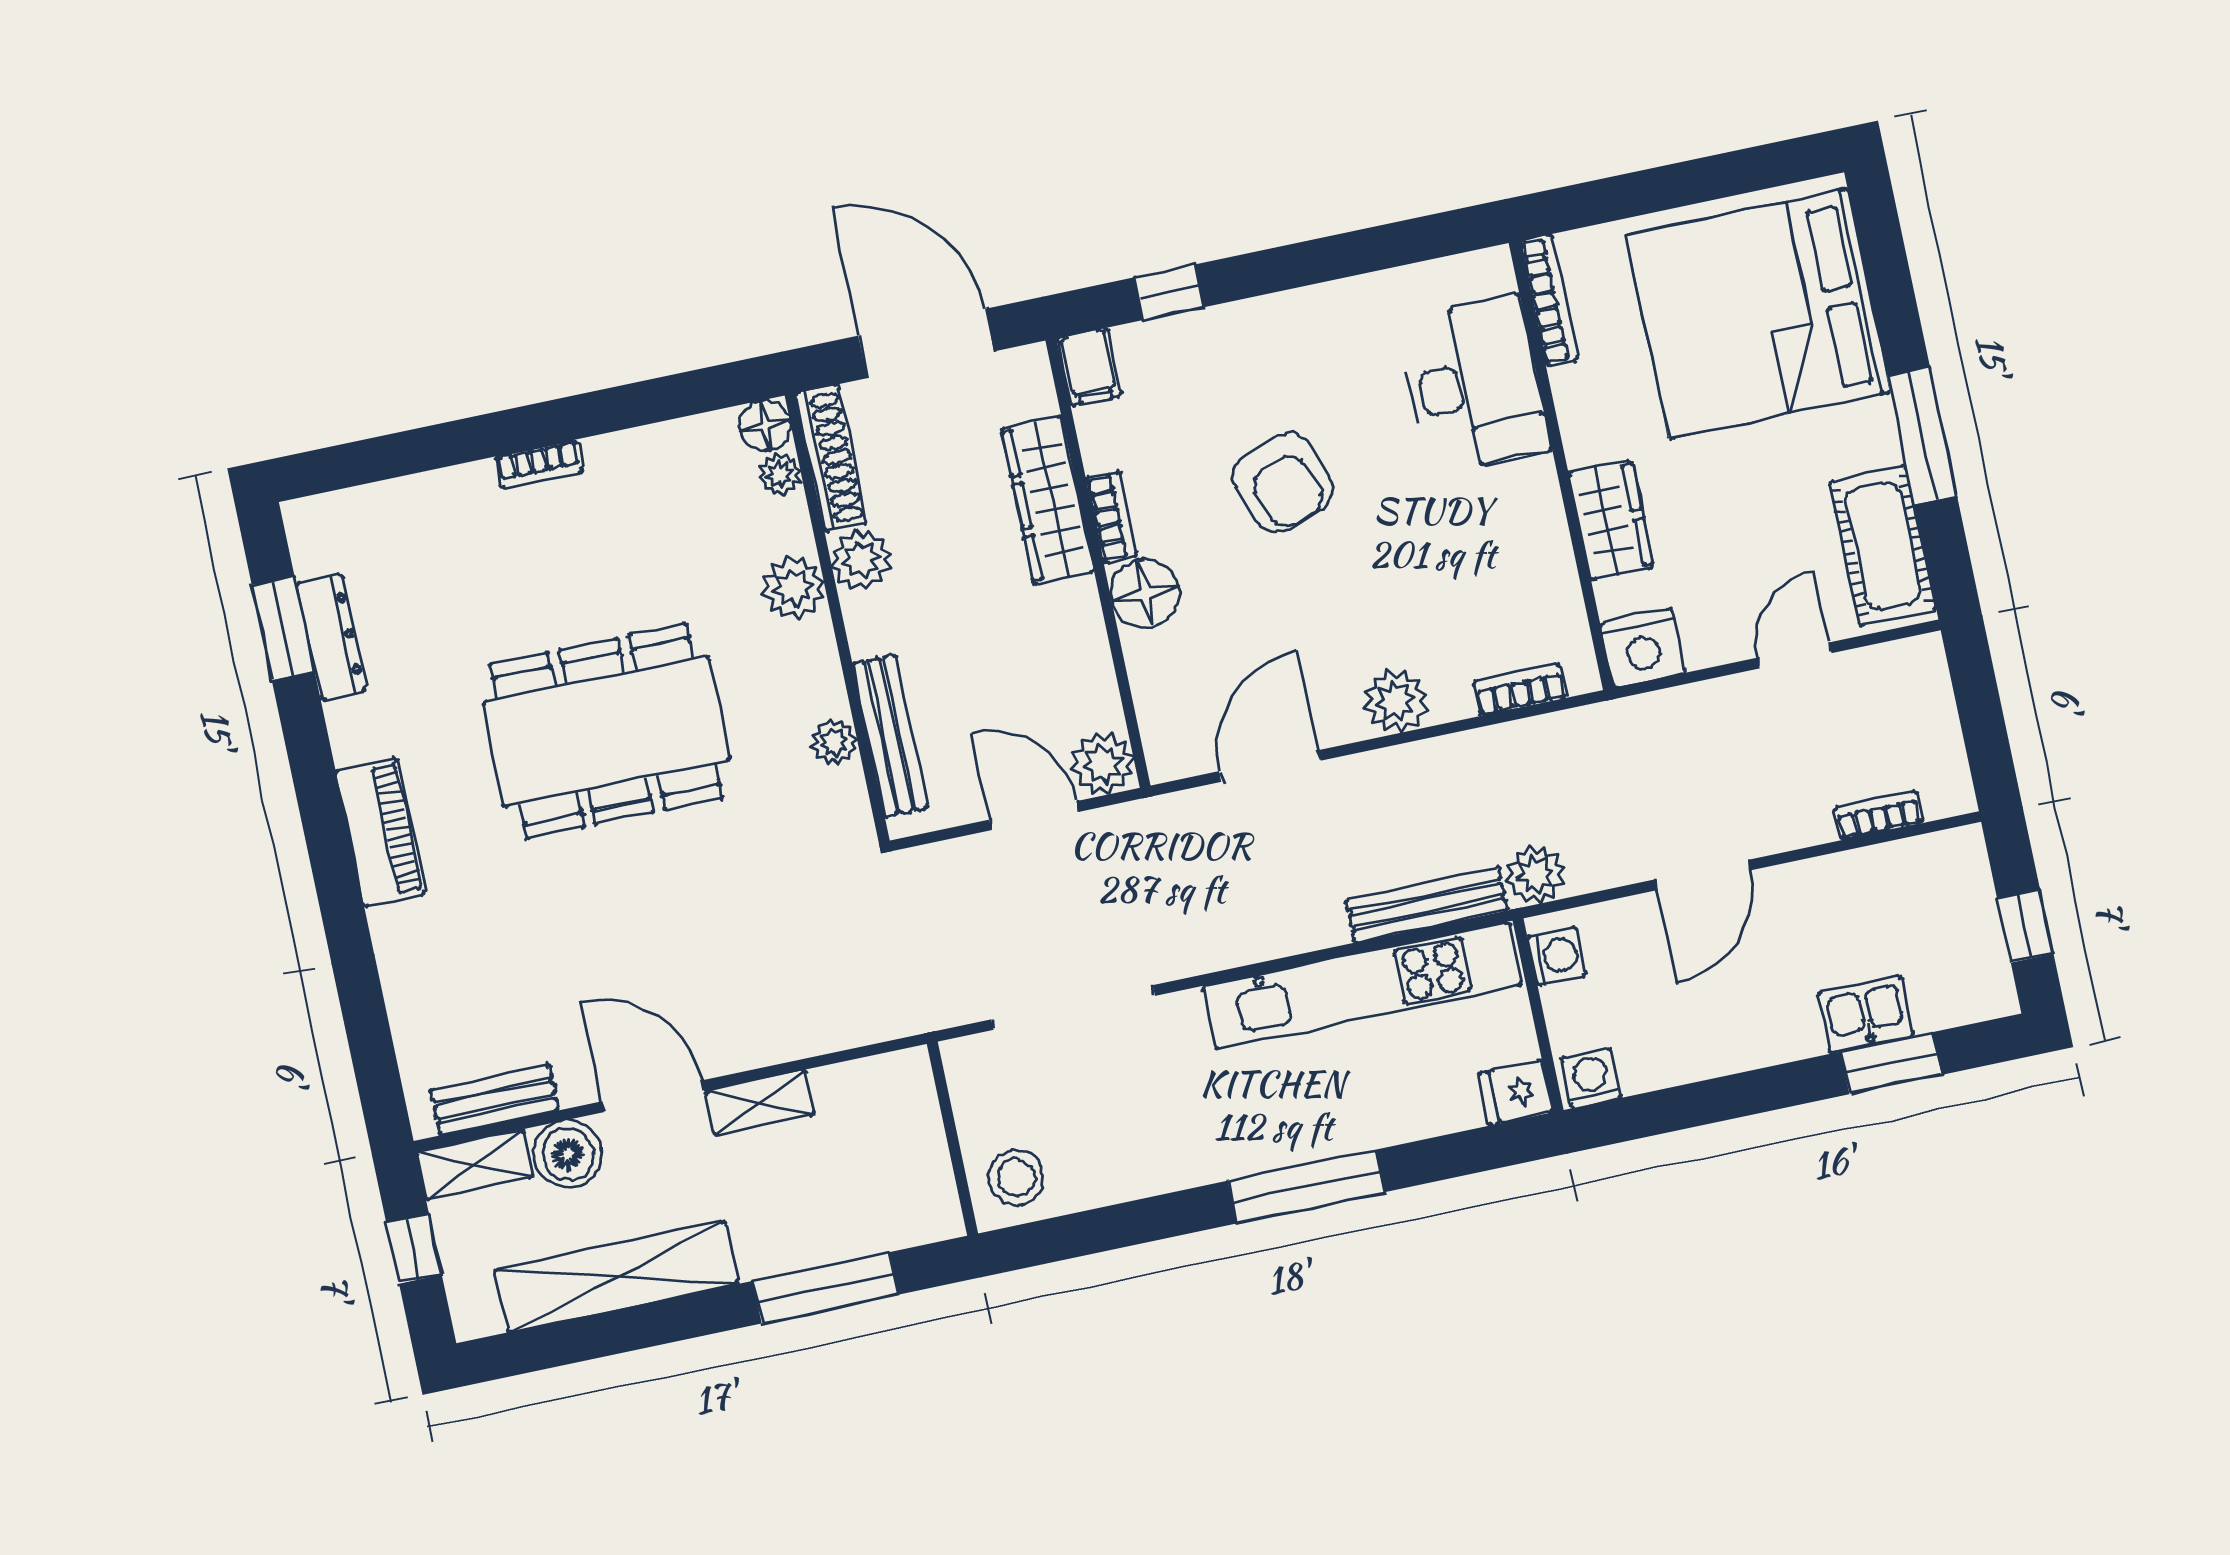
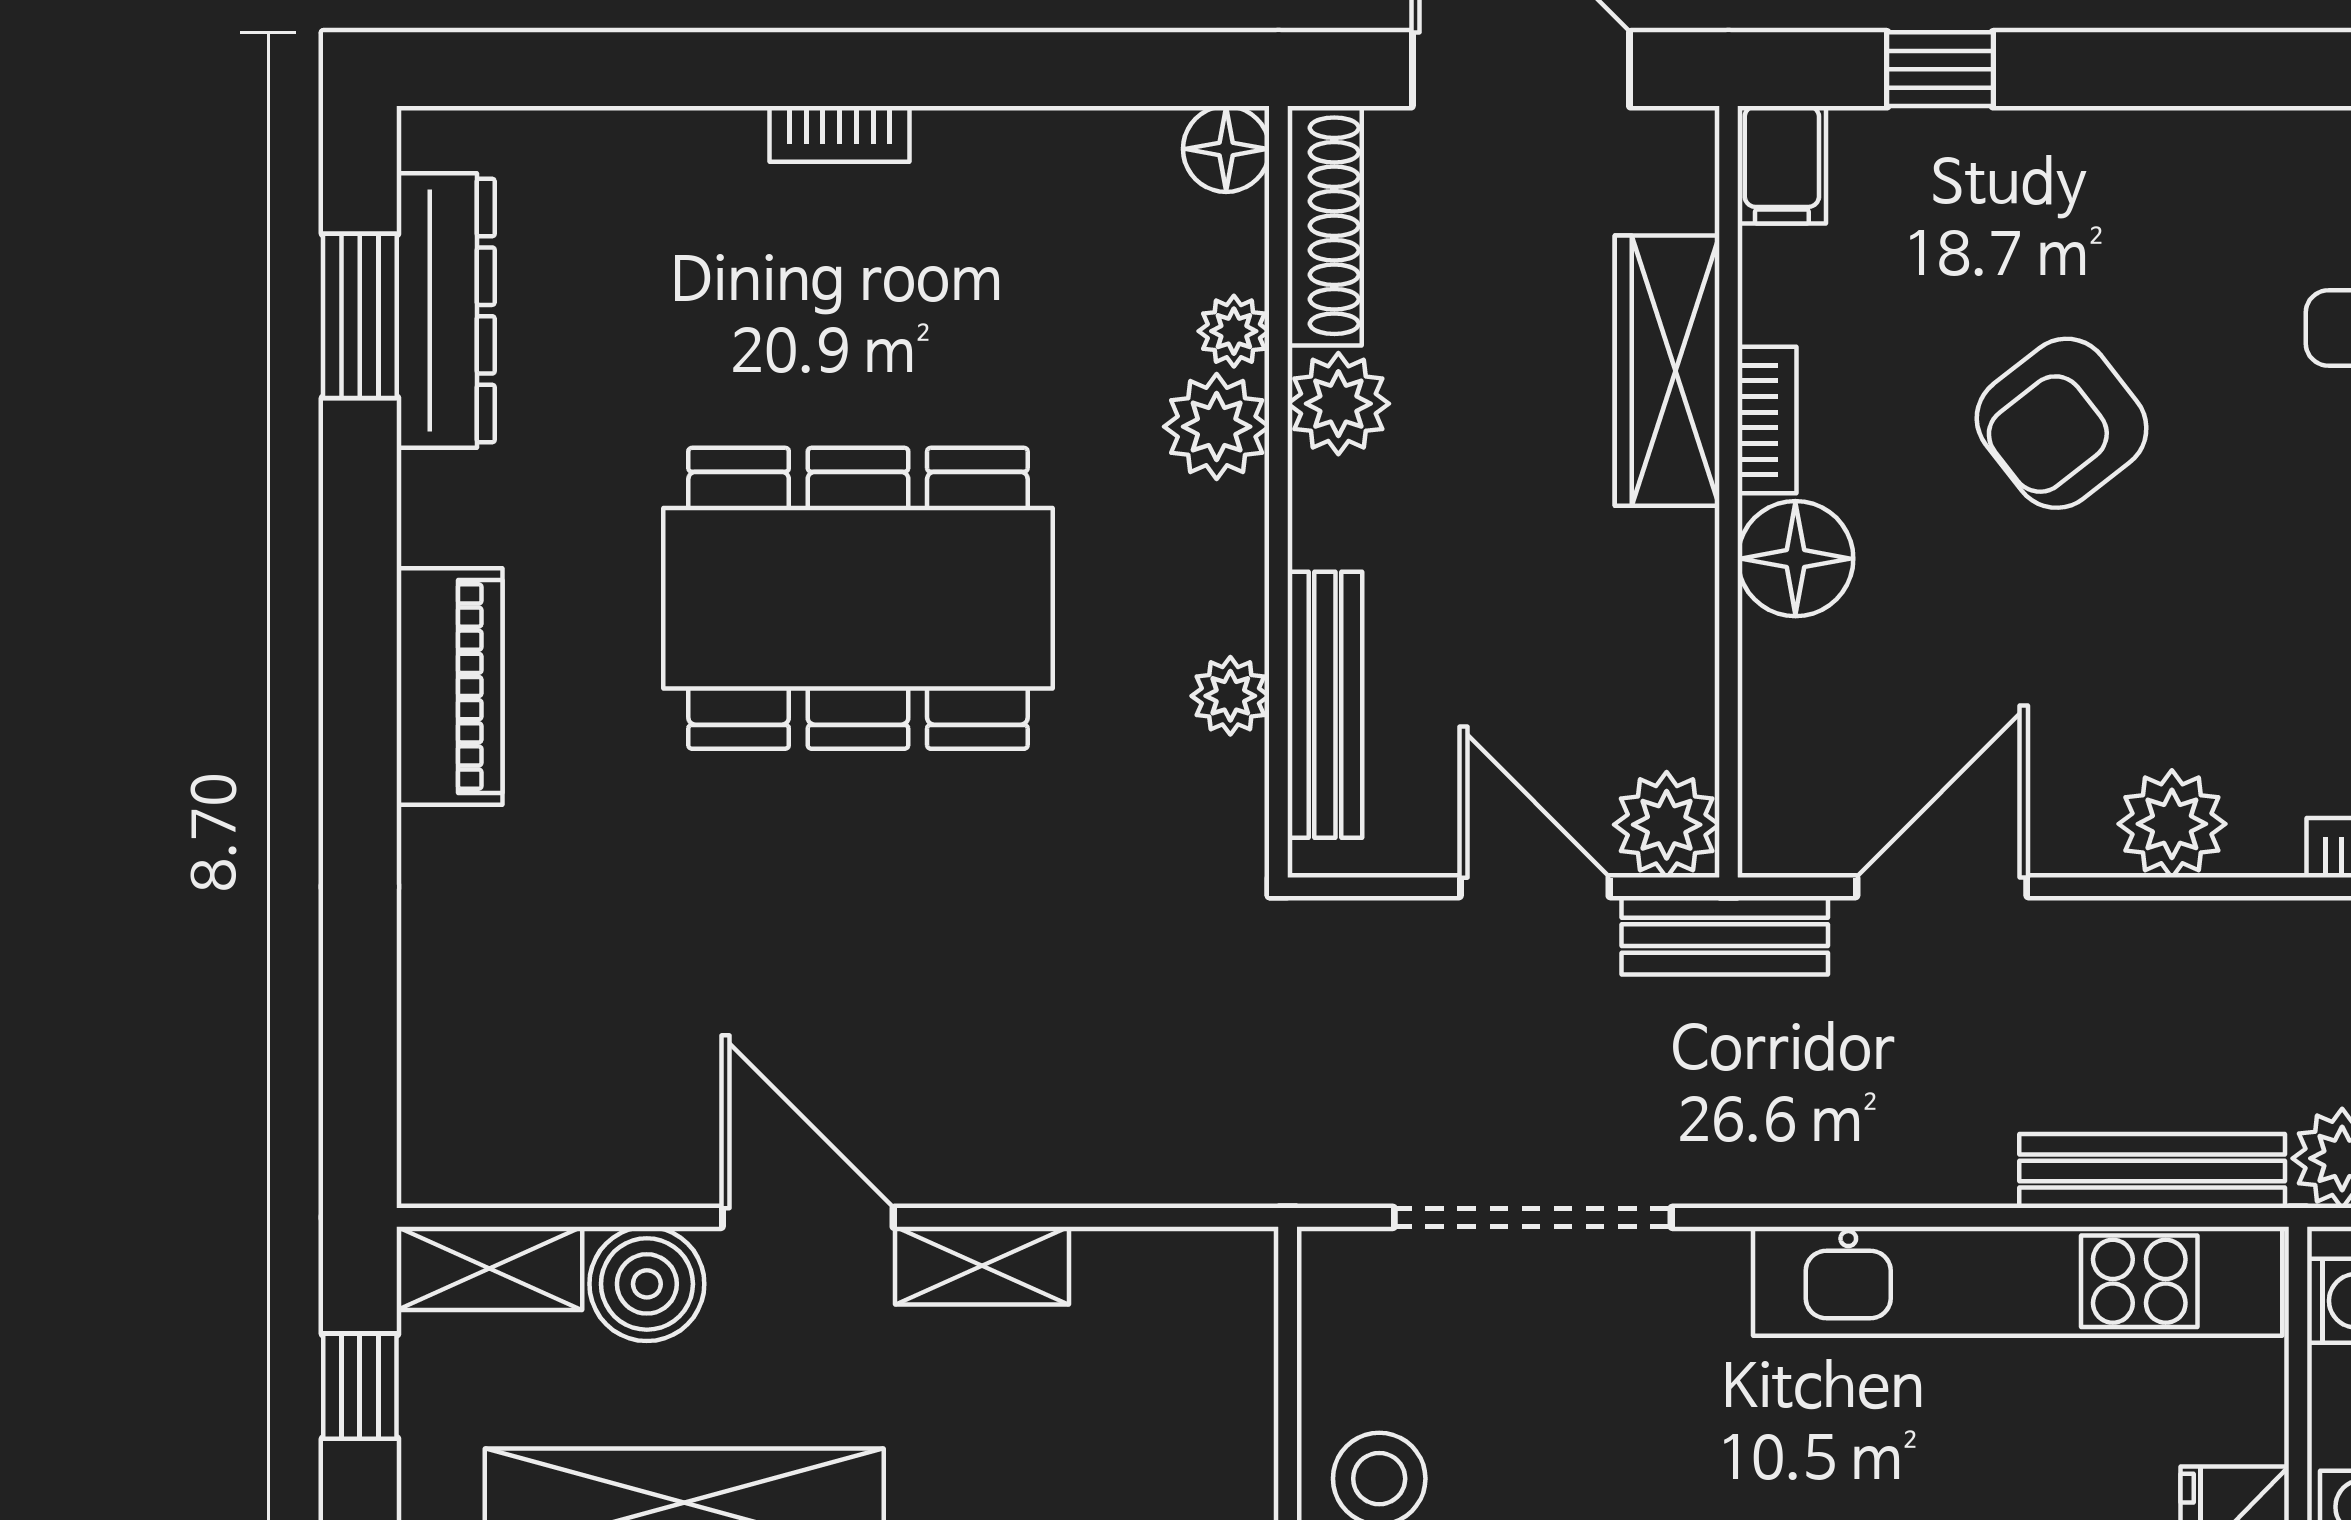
plant: (780, 475) -> (1234, 331), moved
armchair: (1283, 483) -> (2062, 423), turned 71
dresser: (331, 637) -> (446, 311), width x1.37, depth x1.24
bench: (495, 1100) -> (1725, 935), moved

